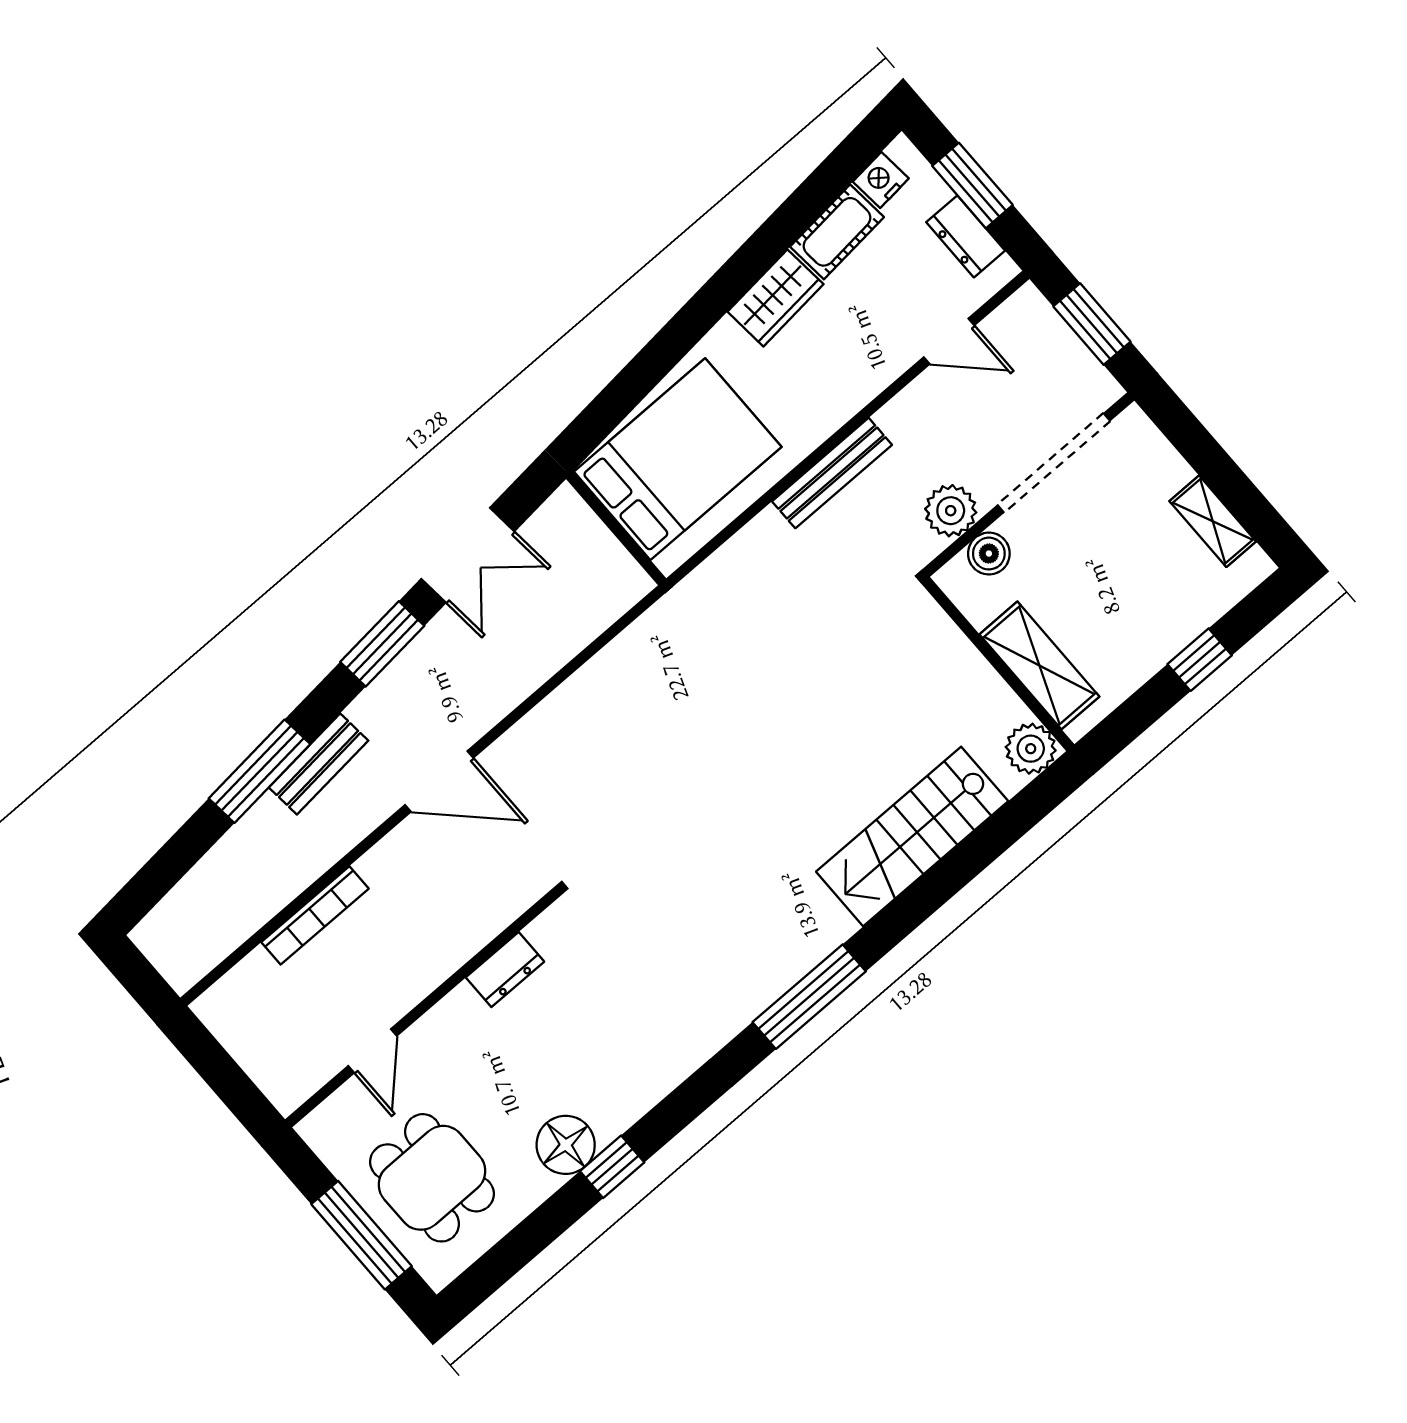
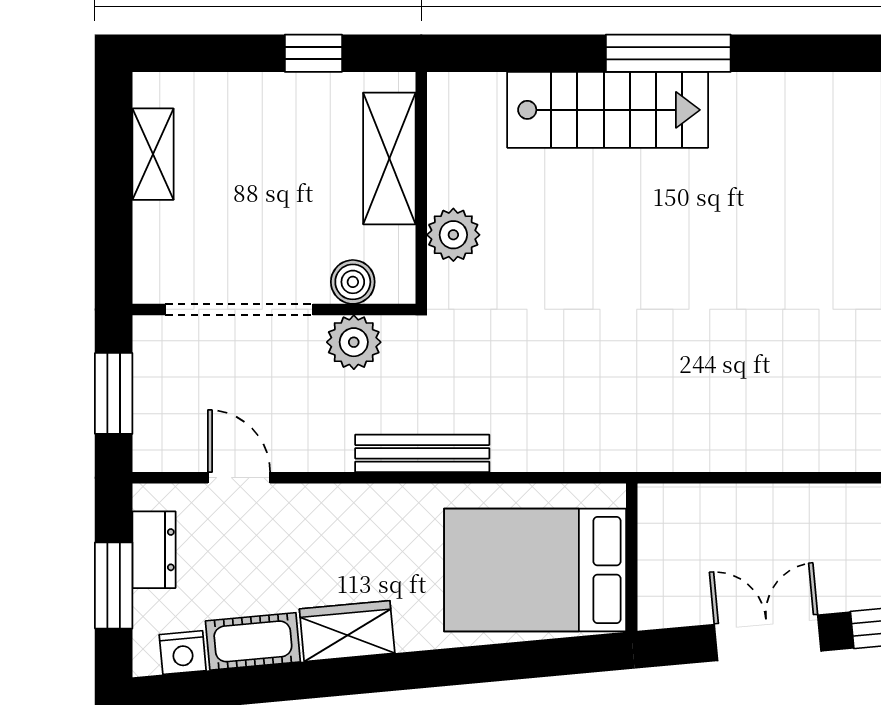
window: (1200, 660) -> (313, 53), moved
plant: (1031, 749) -> (453, 235), moved
window: (809, 997) -> (668, 53), moved

